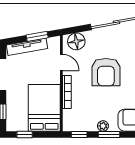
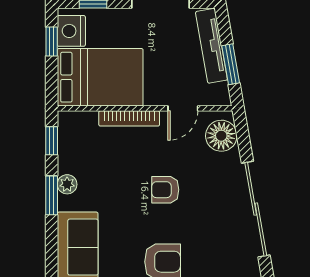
armchair: (106, 72) -> (165, 190), width x0.53, depth x0.53
nightstand: (19, 124) -> (71, 31), added

